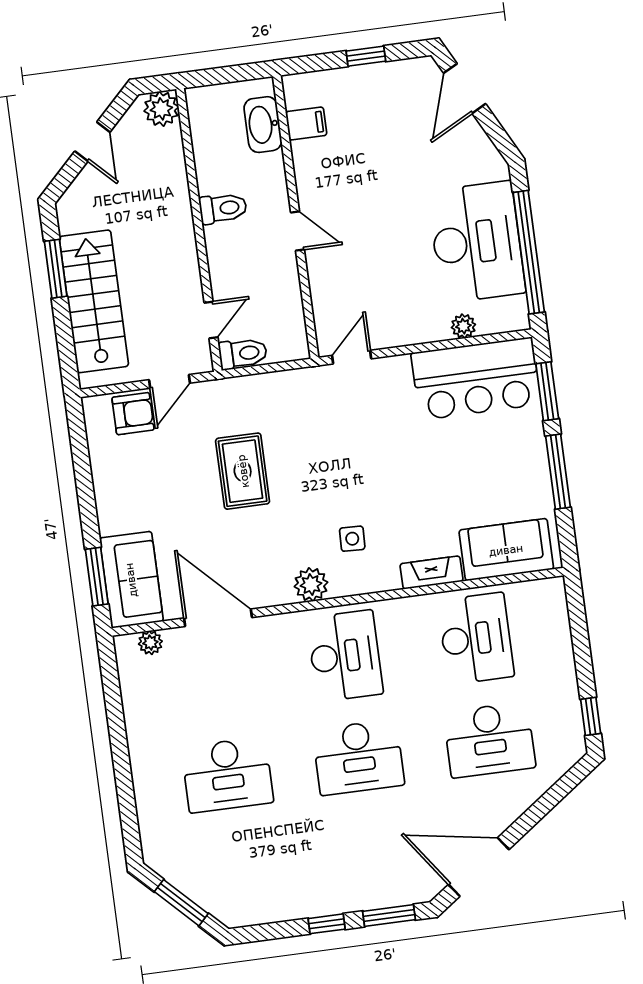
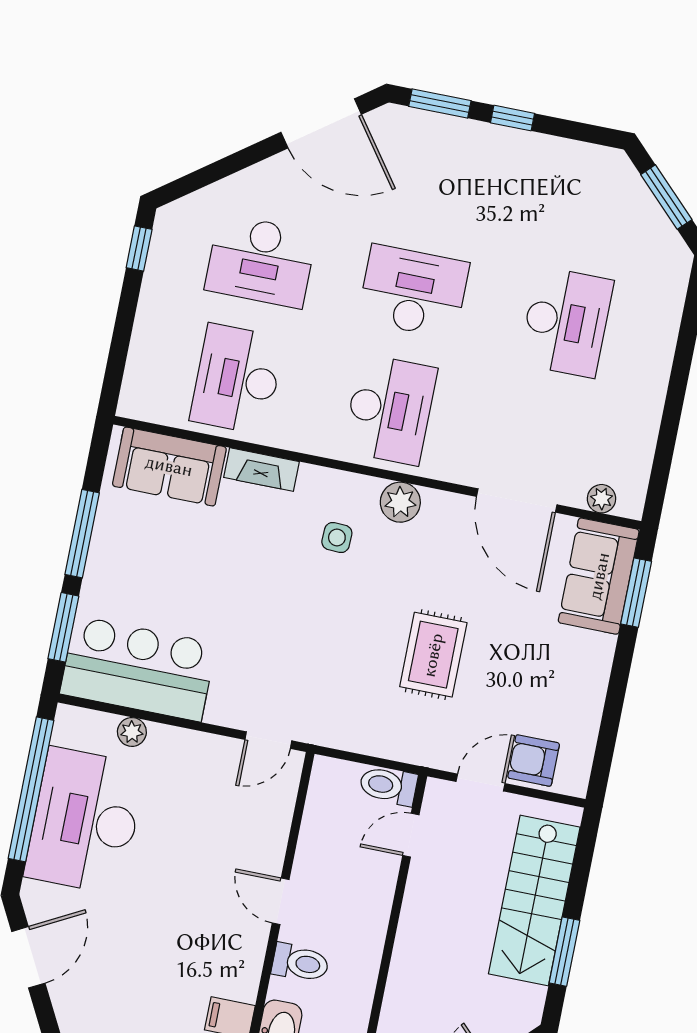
door: (465, 88) -> (28, 957), moved
toilet: (223, 208) -> (300, 963), moved, turned 180
desk: (345, 656) -> (390, 410), turned 180
desk: (489, 740) -> (261, 261), turned 180
desk: (227, 775) -> (566, 322), turned 90

